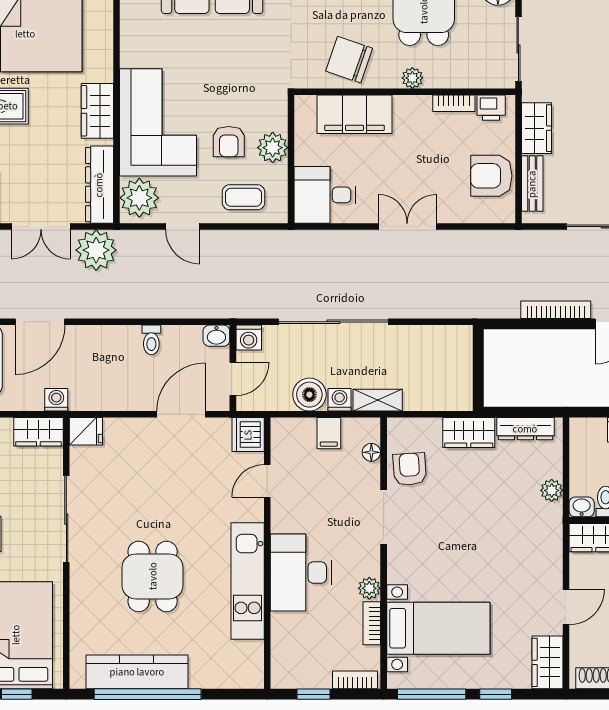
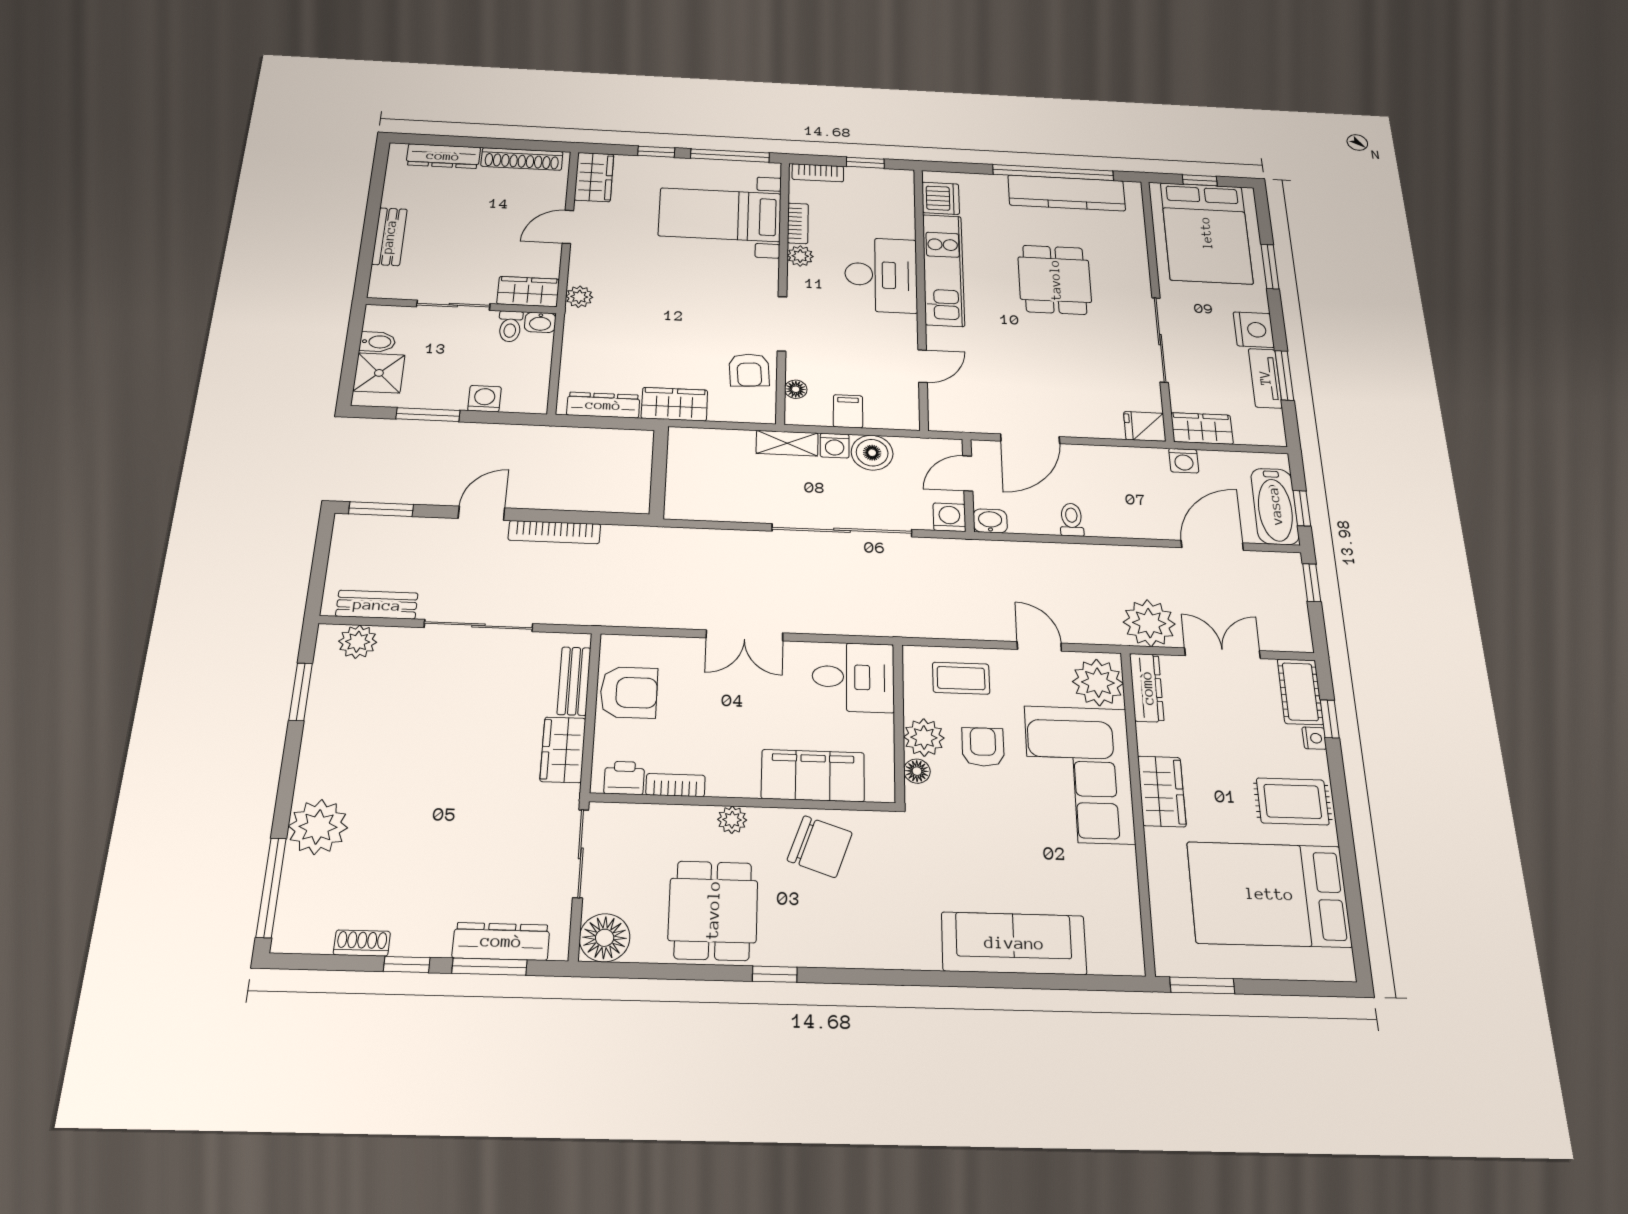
floor lamp: (278, 120) -> (917, 771), added
dresser: (99, 185) -> (1147, 688), width x0.73, depth x0.80
dishwasher: (248, 435) -> (941, 198), moved
plant: (552, 490) -> (579, 297), moved

